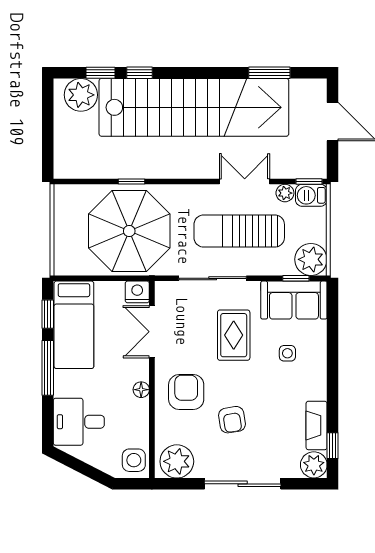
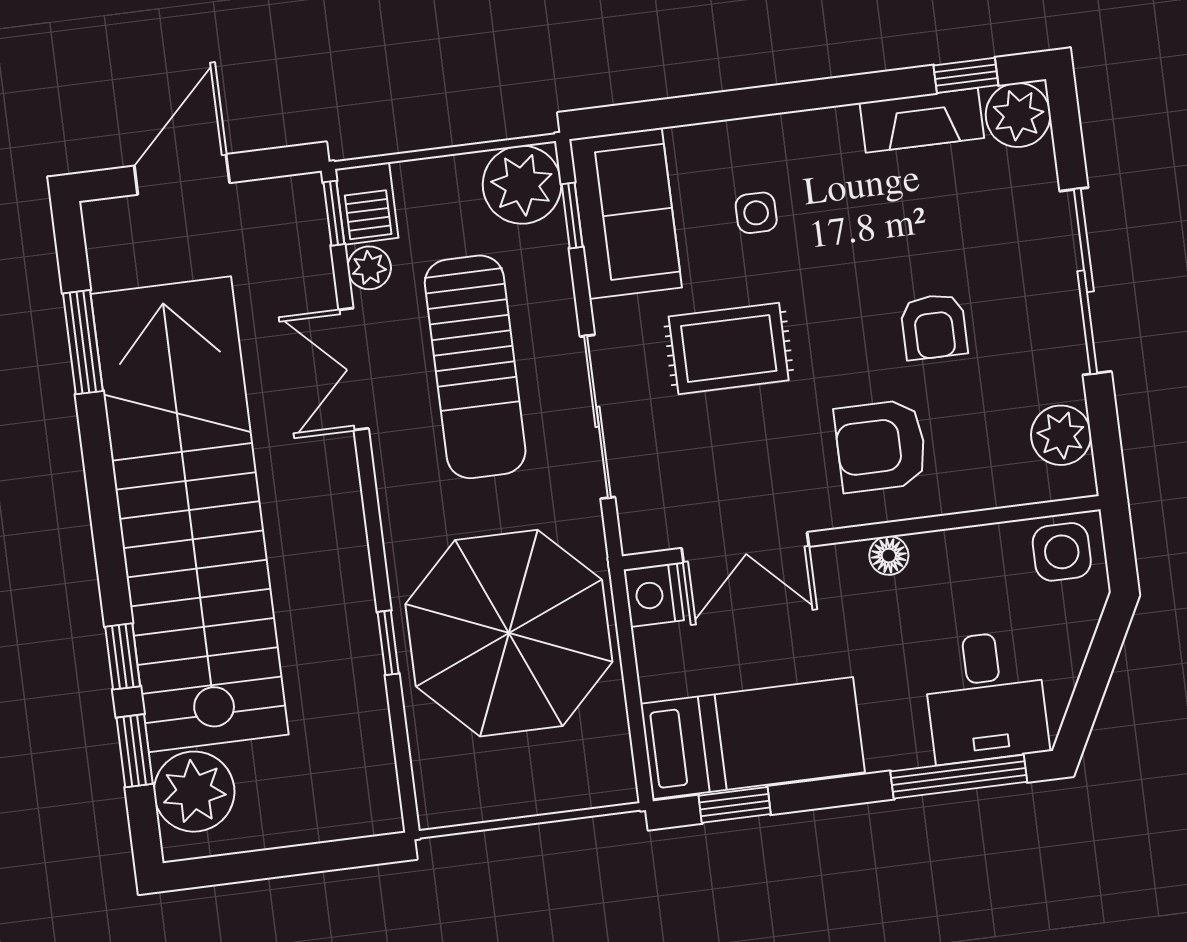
window: (48, 368) -> (959, 777), moved
armchair: (232, 420) -> (934, 327), turned 99
plant: (177, 461) -> (1061, 435), width x0.73, depth x0.73

